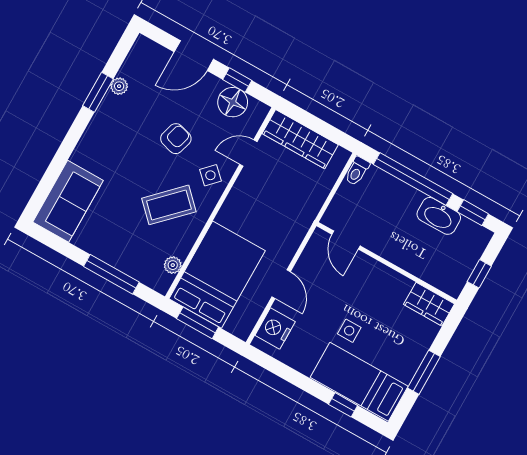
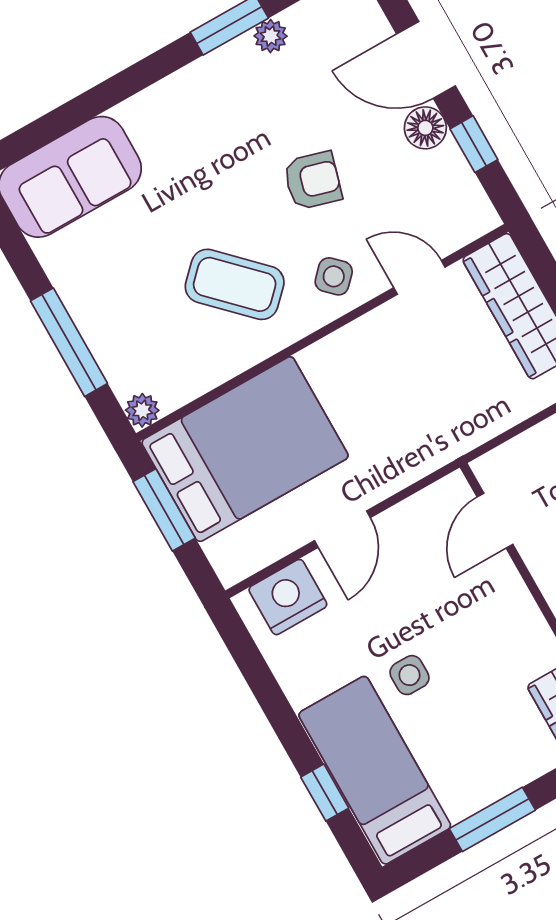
floor lamp: (233, 102) -> (425, 128), moved, width x0.73, depth x0.73
plant: (173, 265) -> (142, 410), moved

